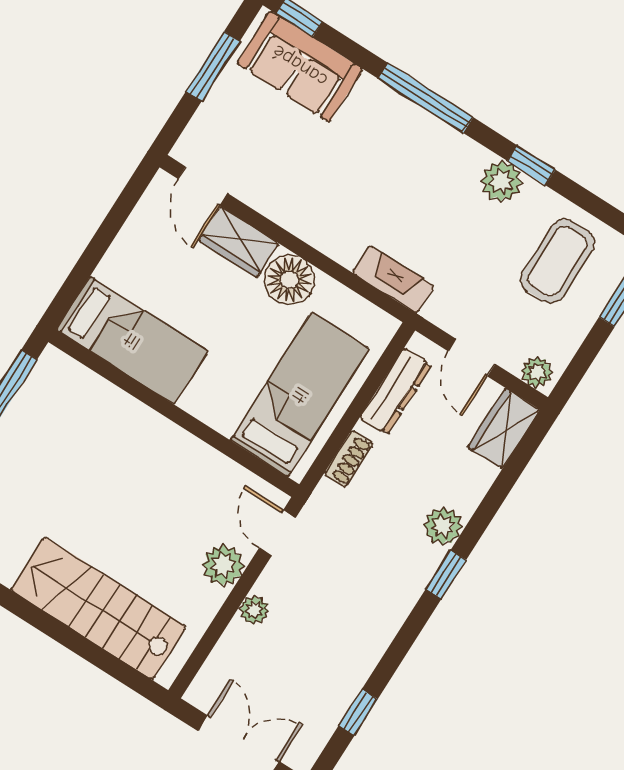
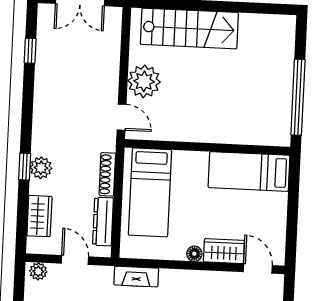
floor lamp: (289, 280) -> (194, 254), width x0.53, depth x0.53
wardrobe: (504, 428) -> (39, 216), moved
shoe rack: (349, 459) -> (107, 174), width x1.43
plant: (223, 565) -> (144, 81), width x1.36, depth x1.36
window: (446, 574) -> (25, 167), moved
plant: (254, 610) -> (111, 72), removed

